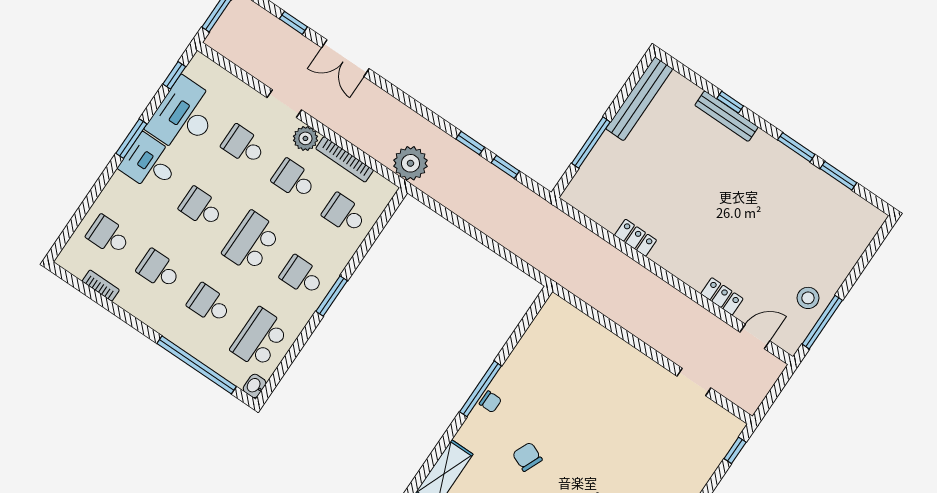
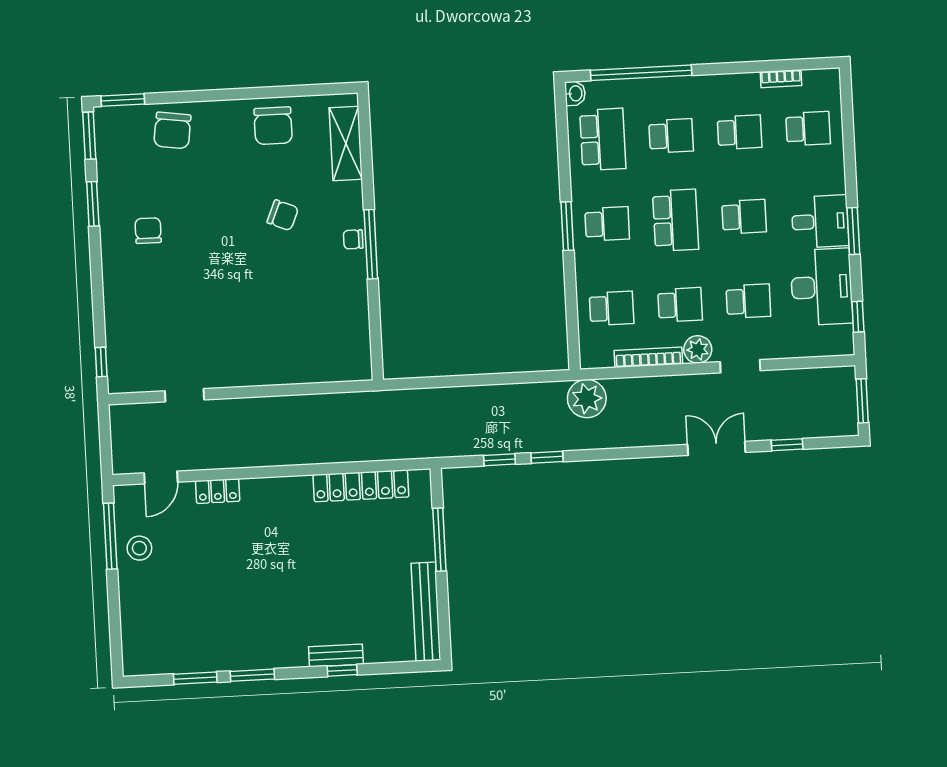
bench: (726, 116) -> (336, 655), width x0.73
locker: (636, 238) -> (361, 486), width x2.16, depth x1.21

